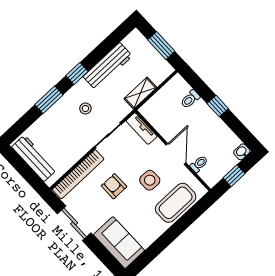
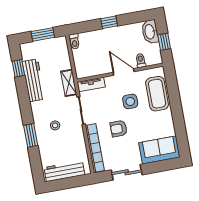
window: (77, 74) -> (18, 68), moved
shelving: (140, 93) -> (69, 83), moved
toilet: (190, 99) -> (74, 41), moved
stool: (85, 108) -> (55, 125), moved
washbasin: (242, 152) -> (150, 32), width x1.91, depth x1.45

